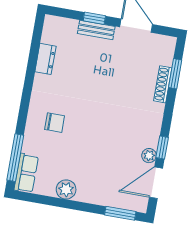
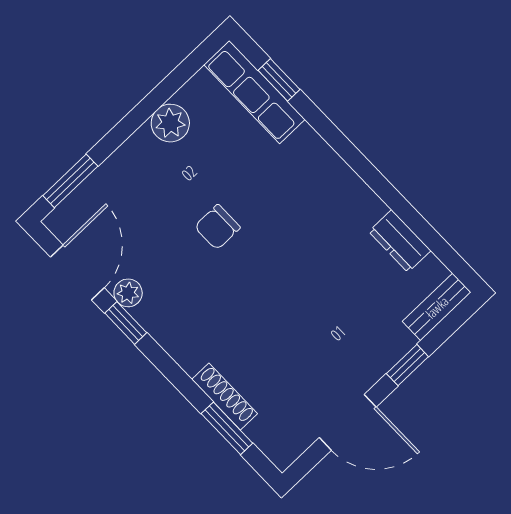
bench: (96, 30) -> (437, 307), moved
chair: (55, 123) -> (217, 227), moved
window: (15, 158) -> (279, 80), width x0.46
row of seats: (26, 173) -> (254, 92), width x1.48

